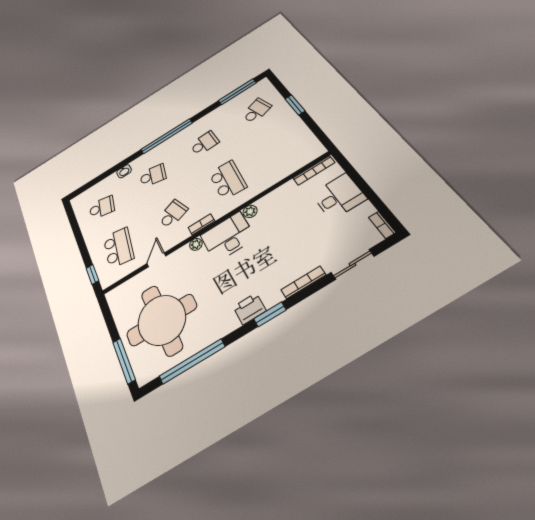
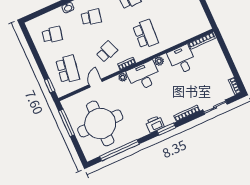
desk: (339, 196) -> (182, 60), moved, turned -90
window: (124, 361) -> (67, 123), moved

